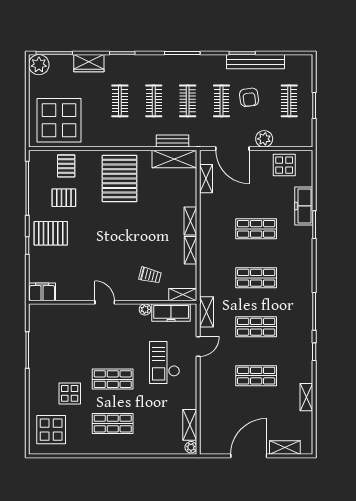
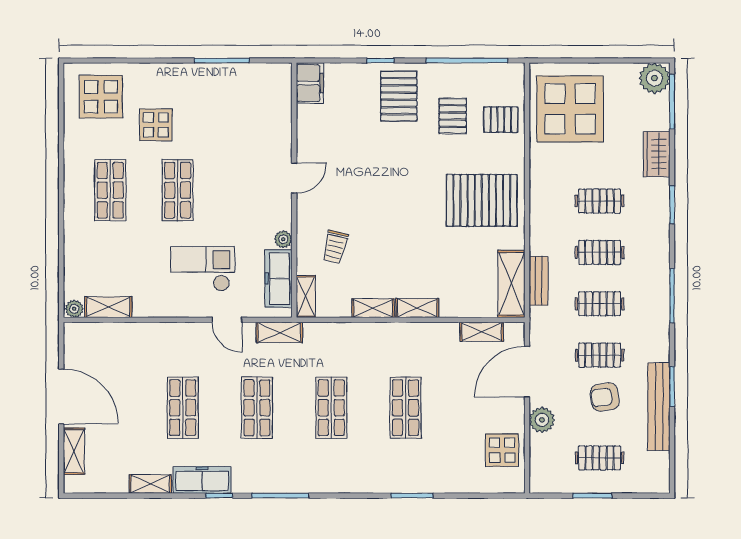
freezer: (304, 206) -> (202, 480), moved

